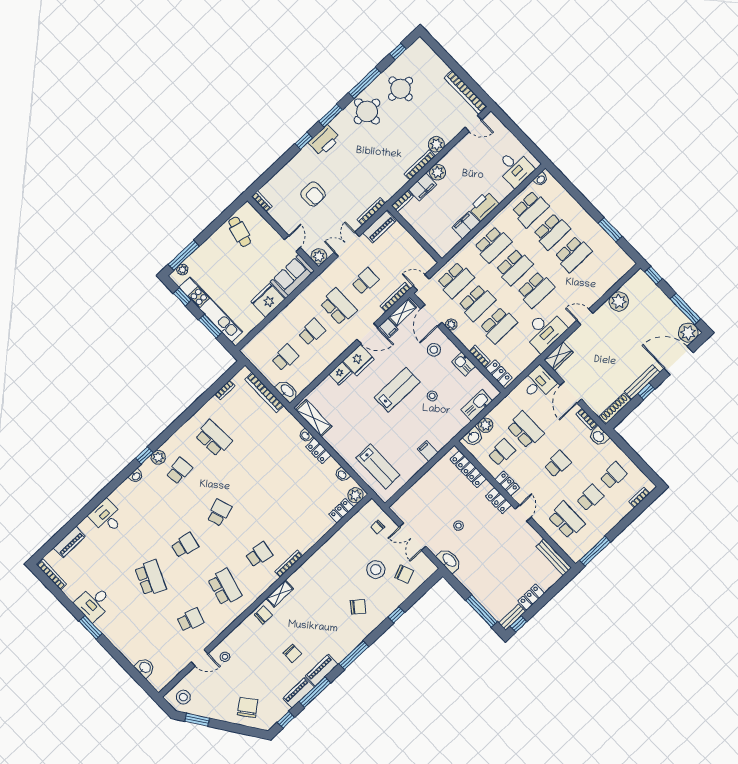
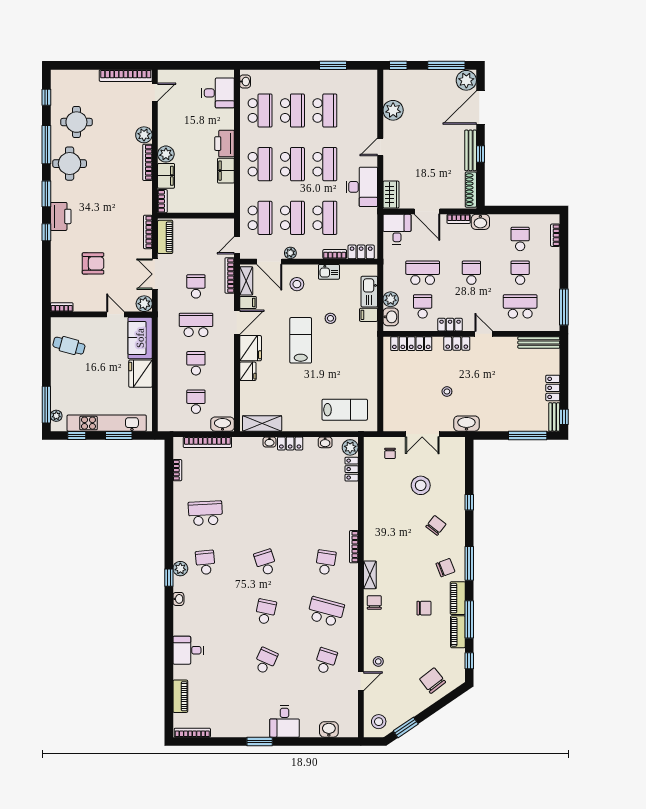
filing cabinet: (428, 451) -> (369, 315), moved
chair: (404, 574) -> (445, 568), moved
school desk: (150, 578) -> (266, 661), width x0.54
desk: (94, 603) -> (285, 721), moved

